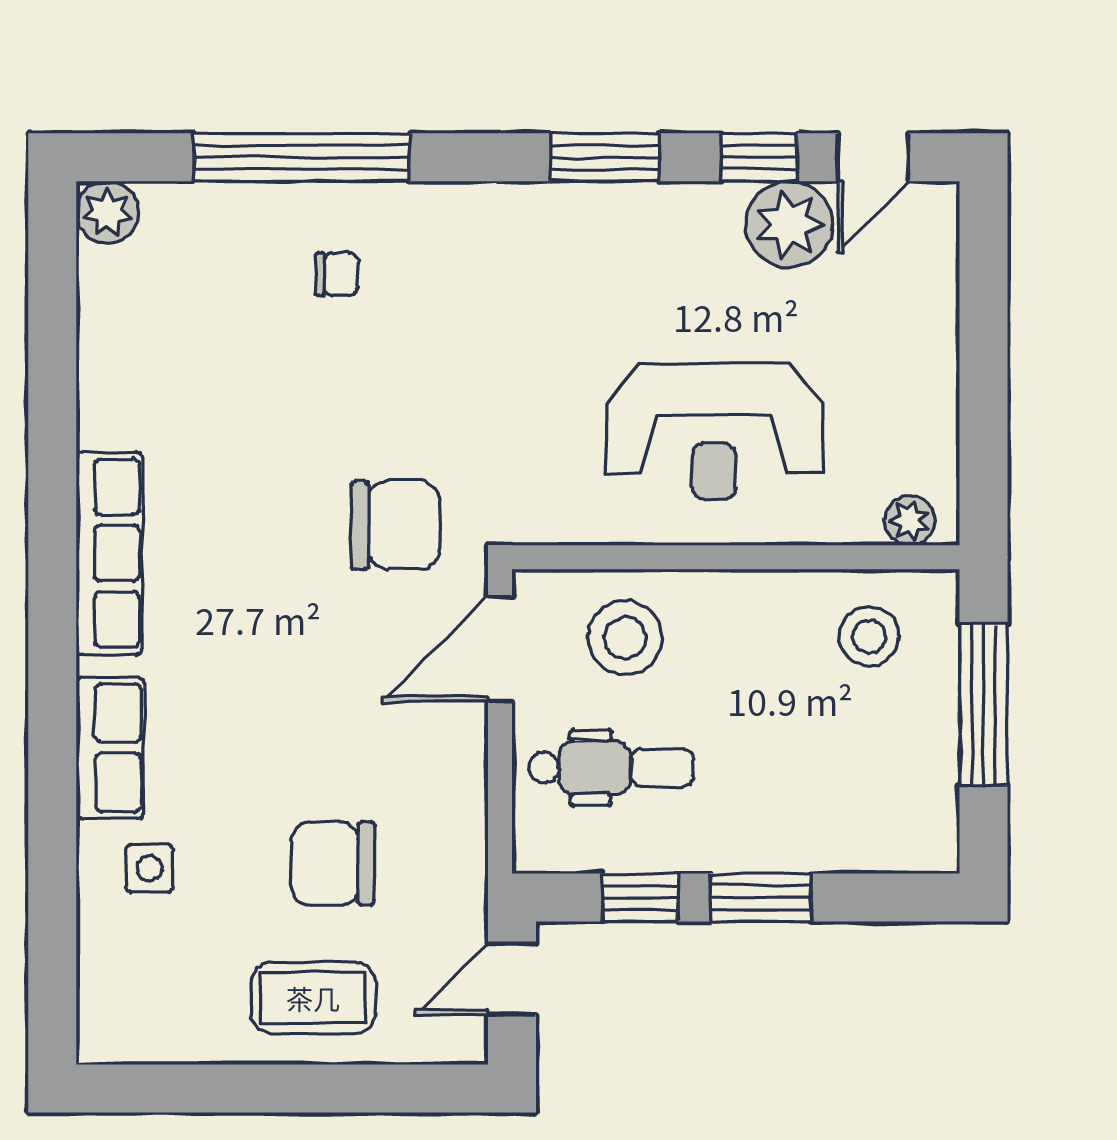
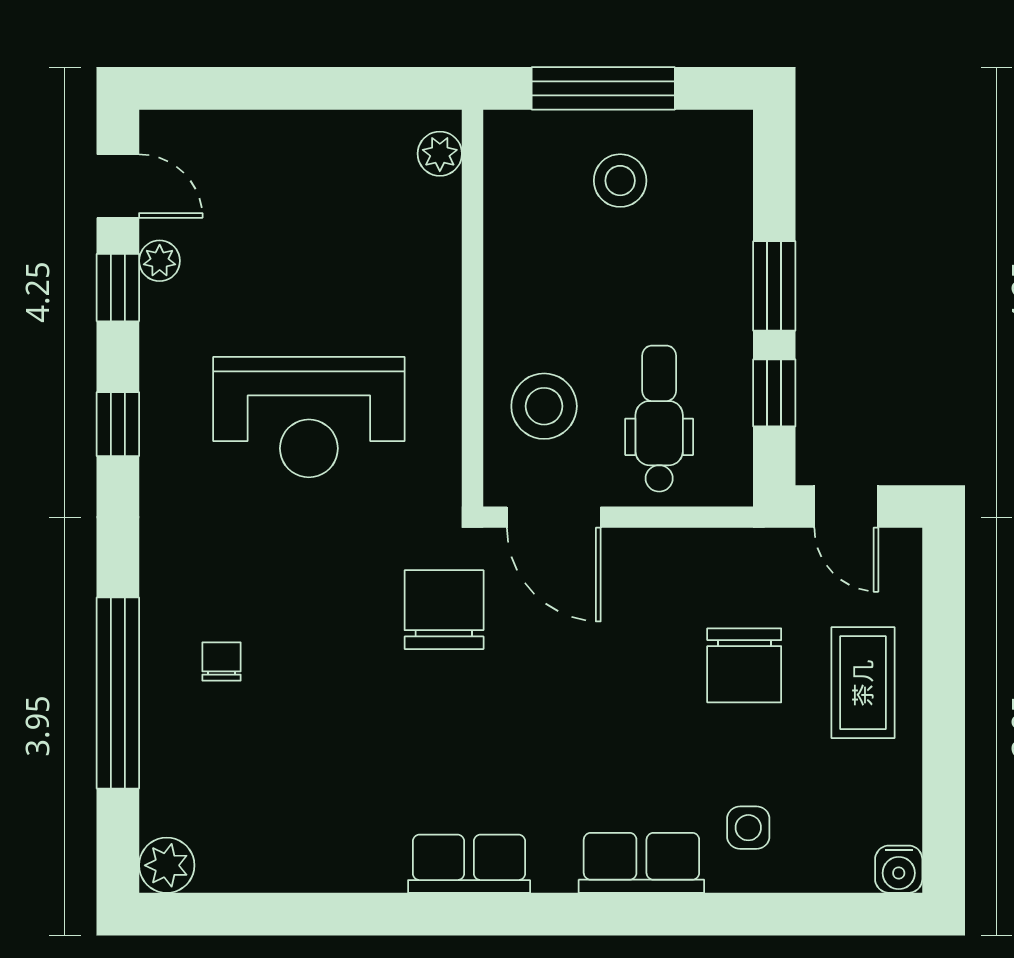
window: (605, 157) -> (118, 424), width x0.67
plant: (789, 224) -> (160, 261), width x0.53, depth x0.53
reception desk: (714, 432) -> (309, 417), moved, turned 90
row of seats: (109, 553) -> (469, 864), width x0.68
stool: (869, 637) -> (620, 181), moved
water cooler: (103, 1038) -> (899, 869), added

